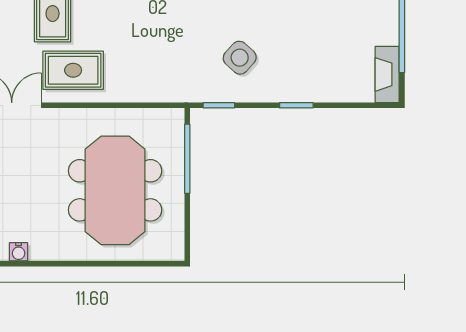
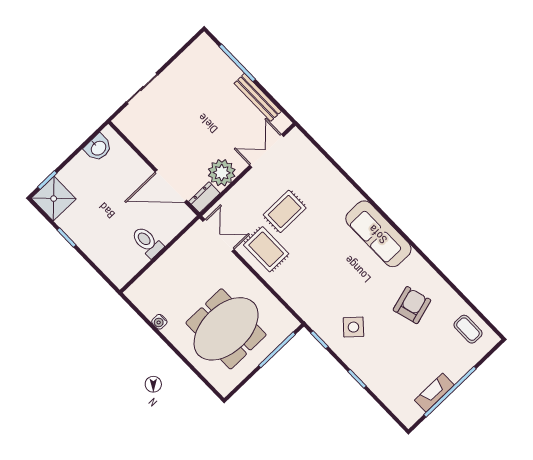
fireplace: (387, 74) -> (434, 393), moved
water cooler: (19, 252) -> (159, 322), moved

